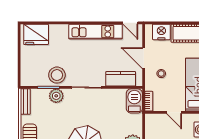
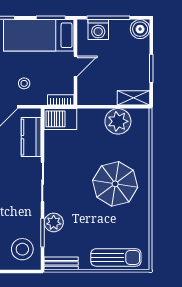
stool: (57, 75) -> (22, 249), moved

